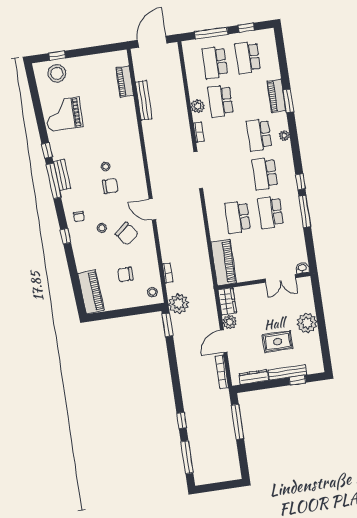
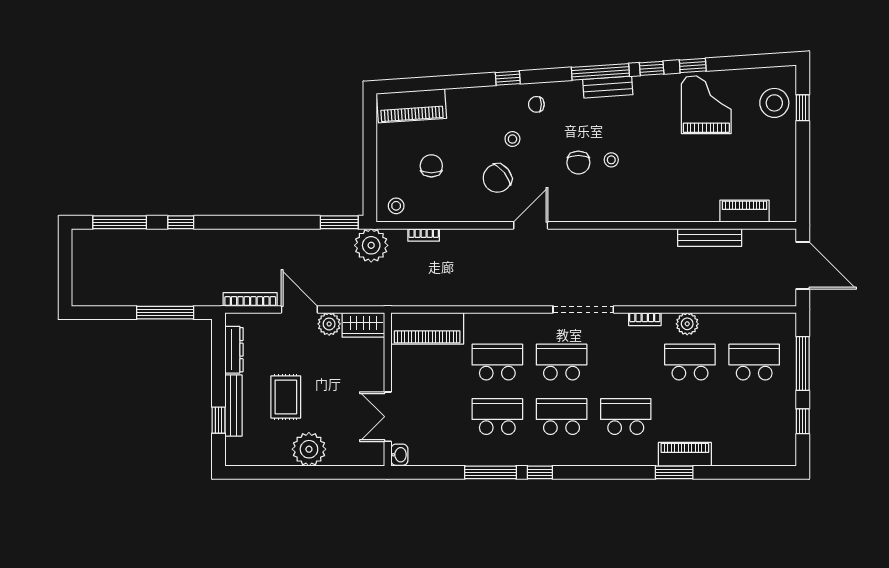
school desk: (248, 58) -> (562, 362), moved
window: (42, 126) -> (693, 66), added
plant: (284, 135) -> (619, 458), removed

